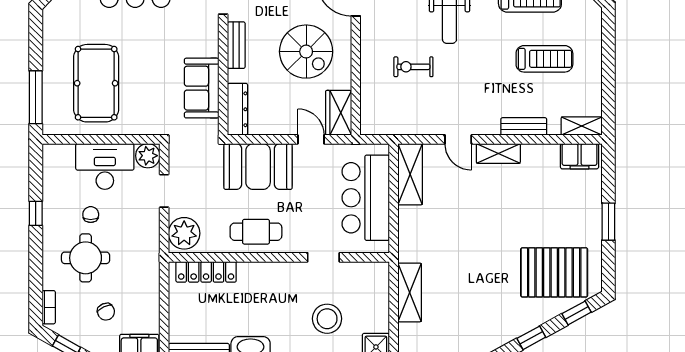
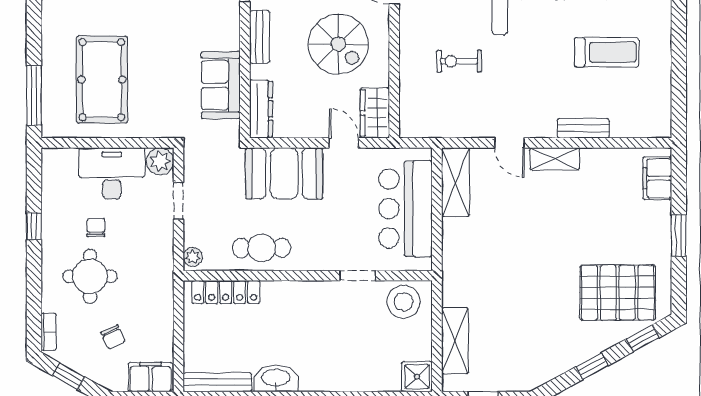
shelving: (582, 126) -> (649, 128), removed
filing cabinet: (579, 156) -> (657, 178), moved, turned 90
cafe table: (256, 232) -> (262, 248), moved
plant: (184, 233) -> (193, 257), width x0.53, depth x0.53
shelving: (410, 292) -> (455, 341), moved
stool: (327, 319) -> (404, 302), moved

